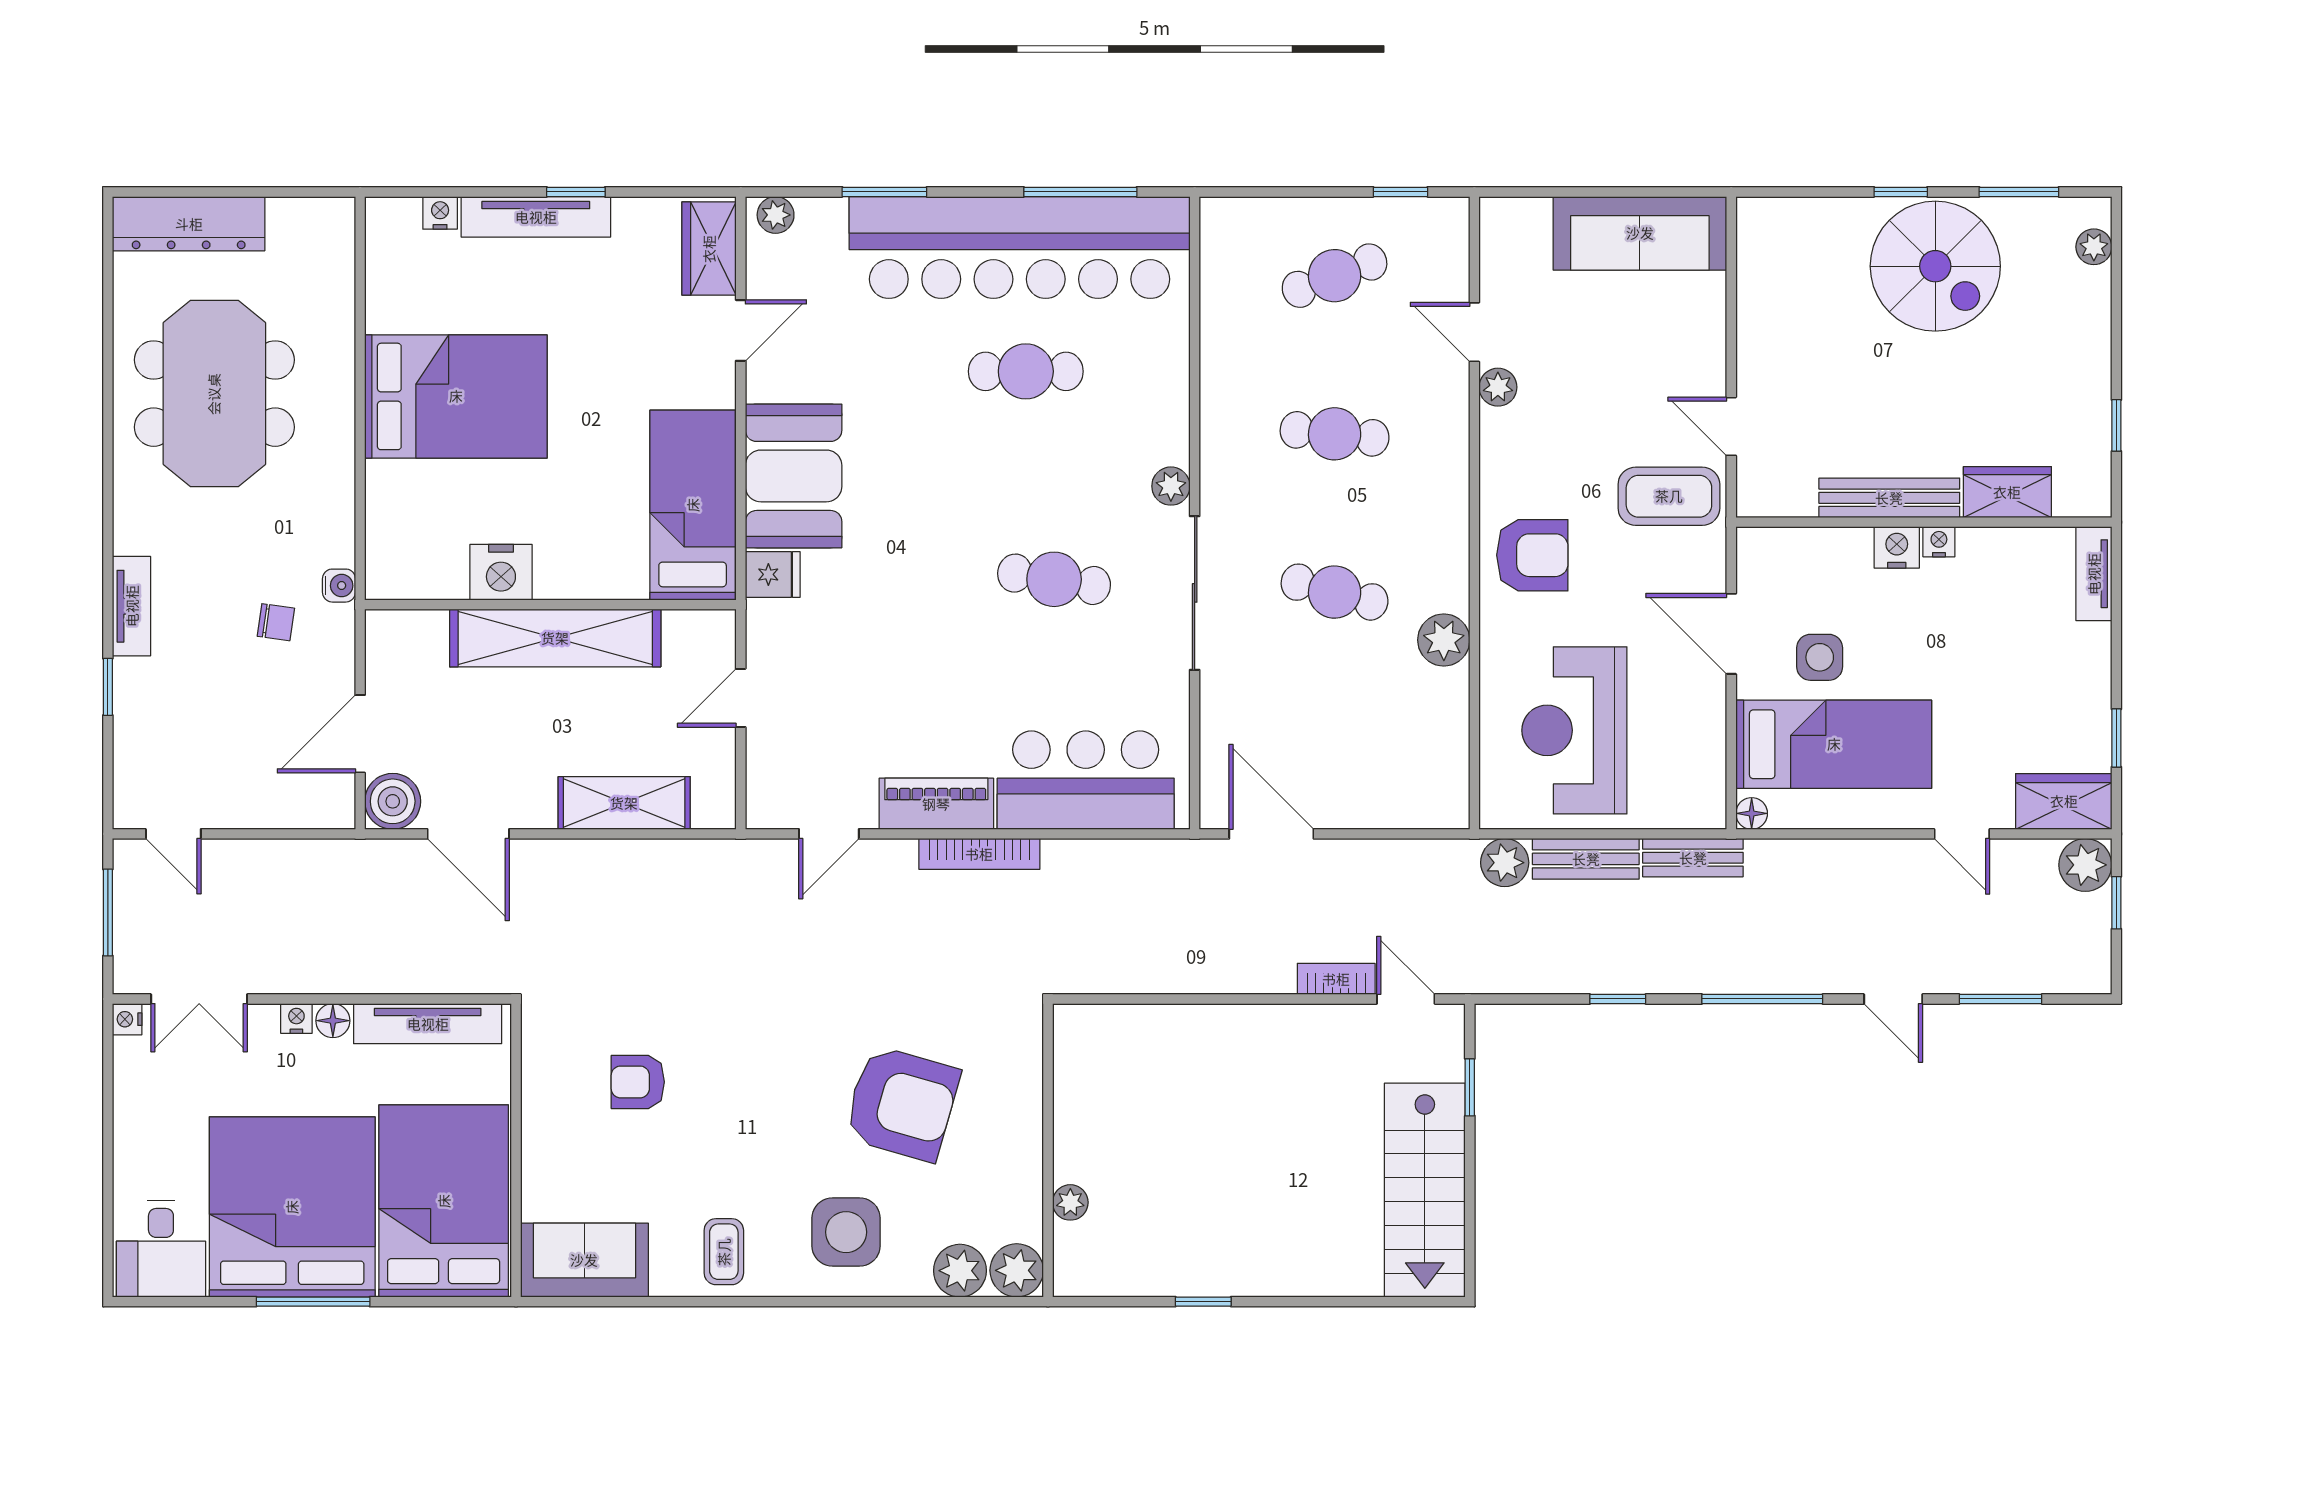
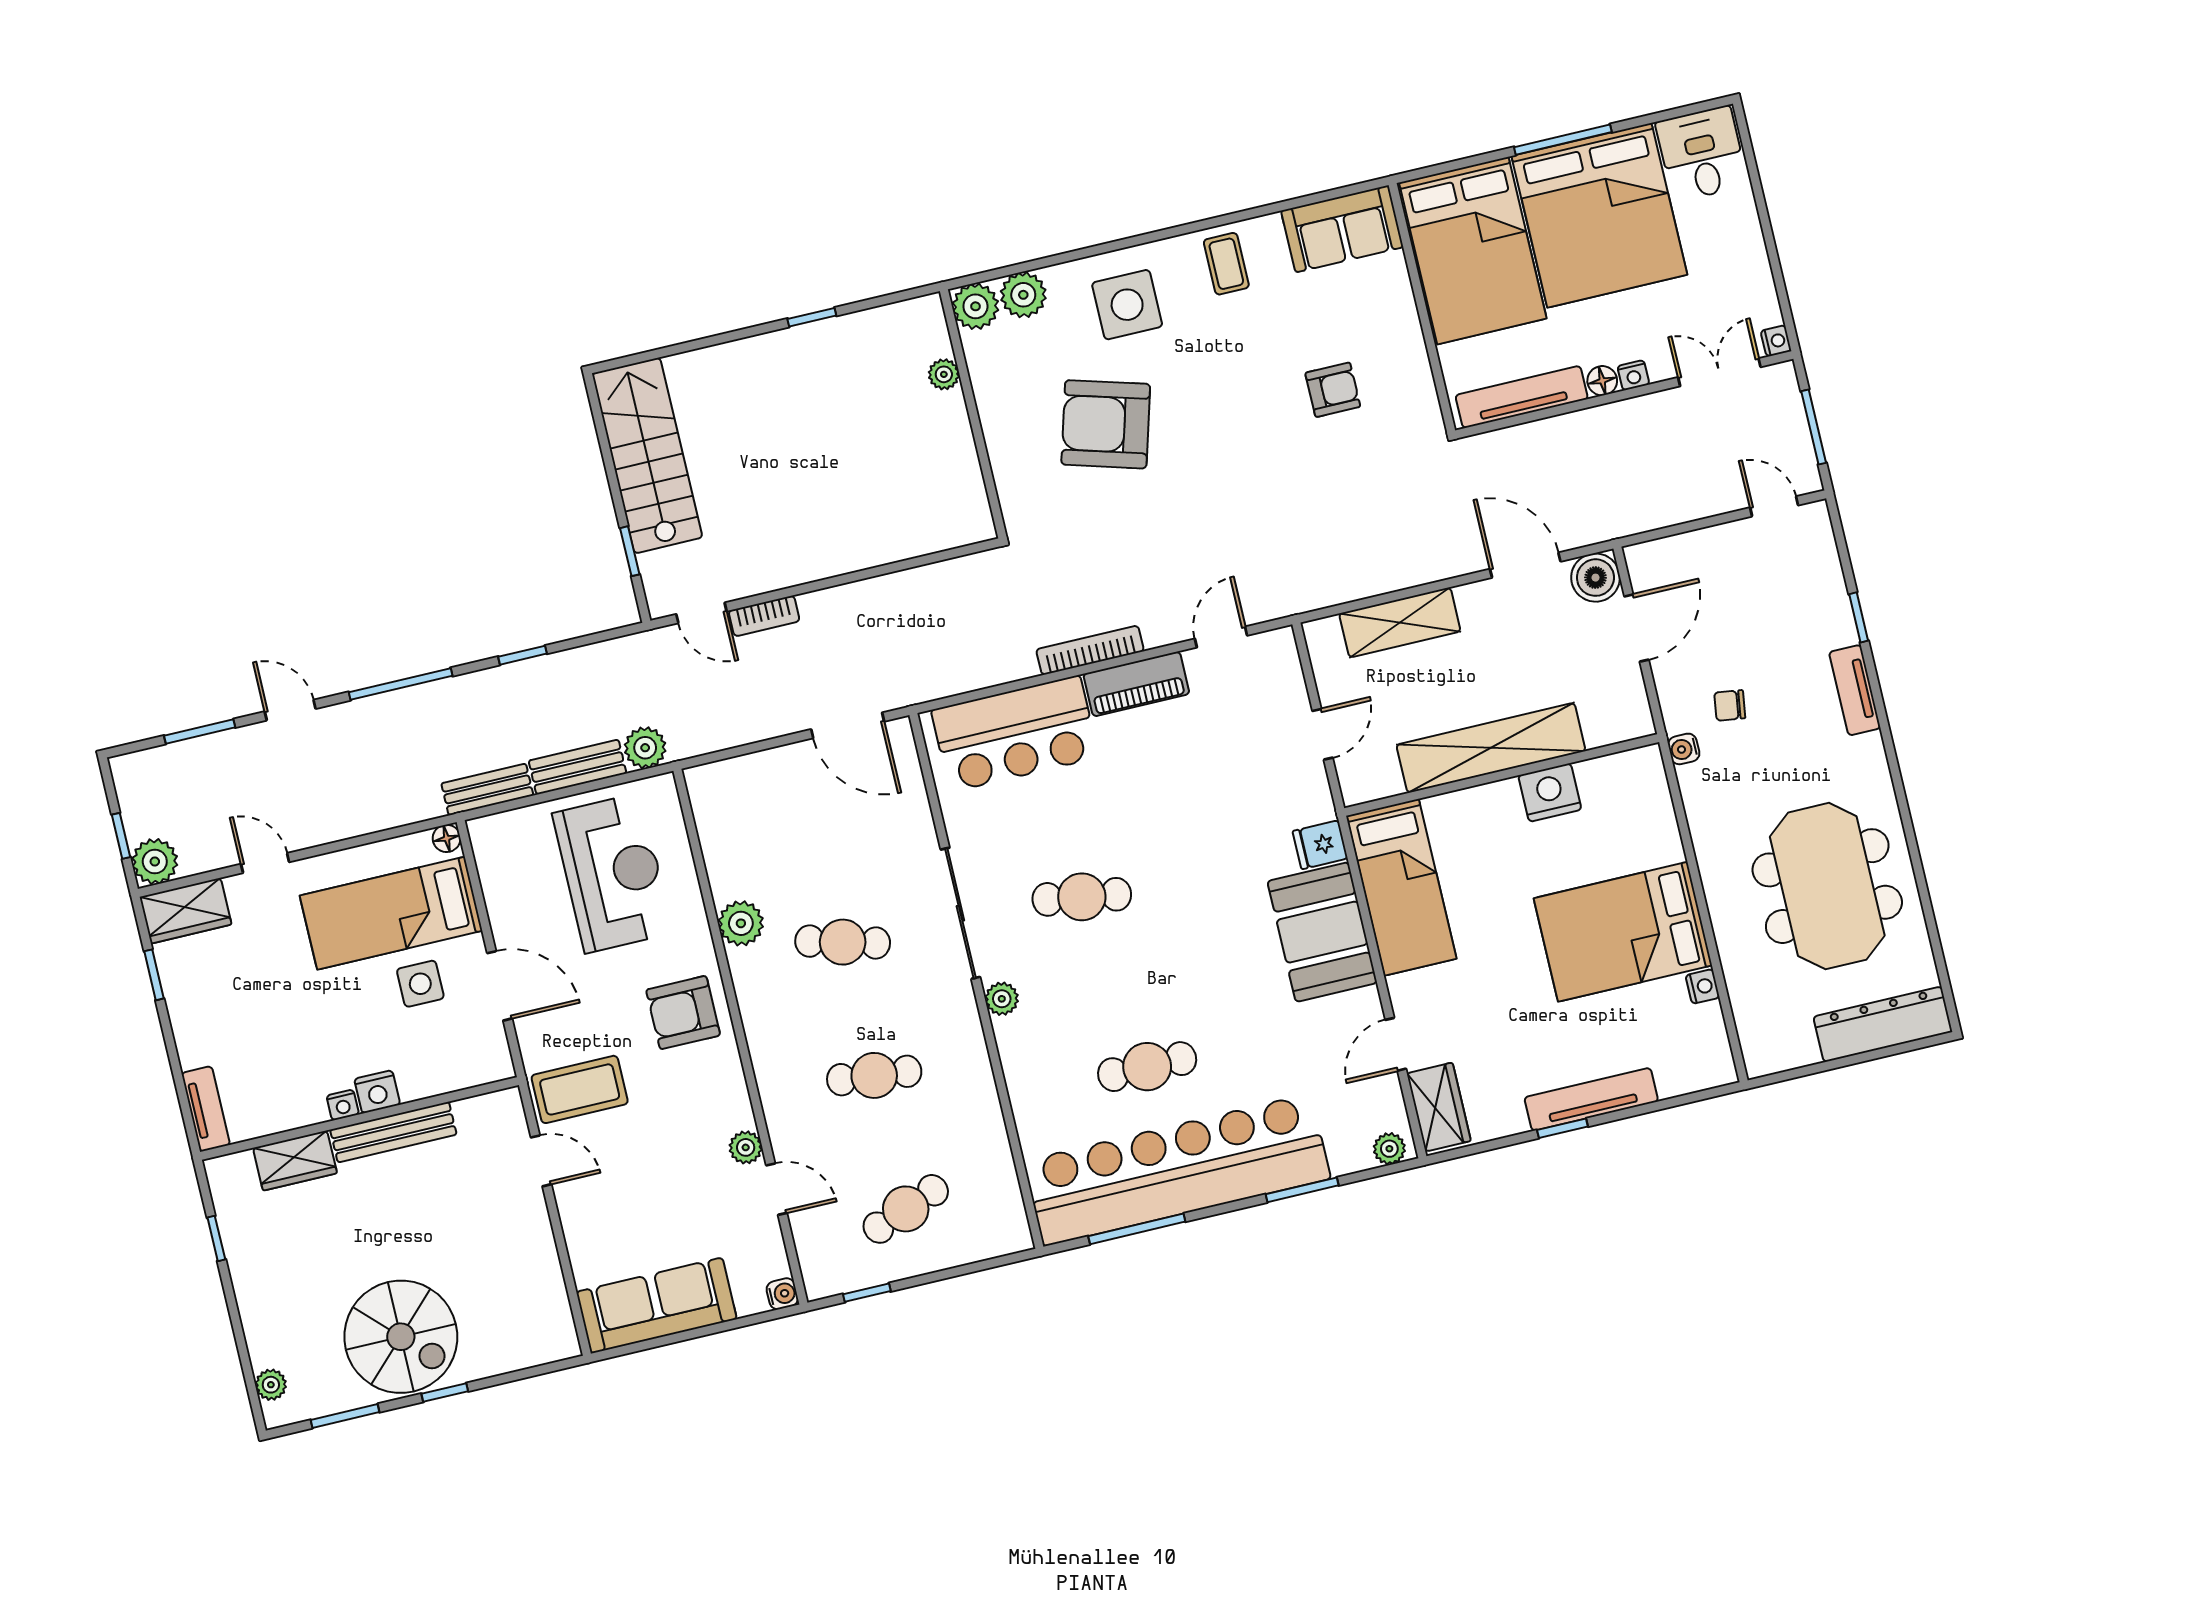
nightstand: (440, 213) -> (1703, 986), moved, turned -90
water cooler: (1496, 213) -> (782, 1294), added
spiral stairs: (1935, 266) -> (401, 1337), turned 180

